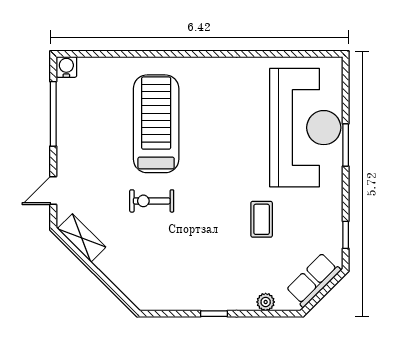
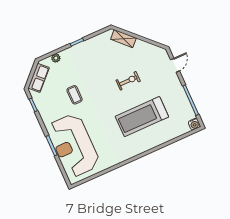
treadmill: (156, 124) -> (142, 117), turned 90
shelving: (82, 238) -> (123, 39), moved

